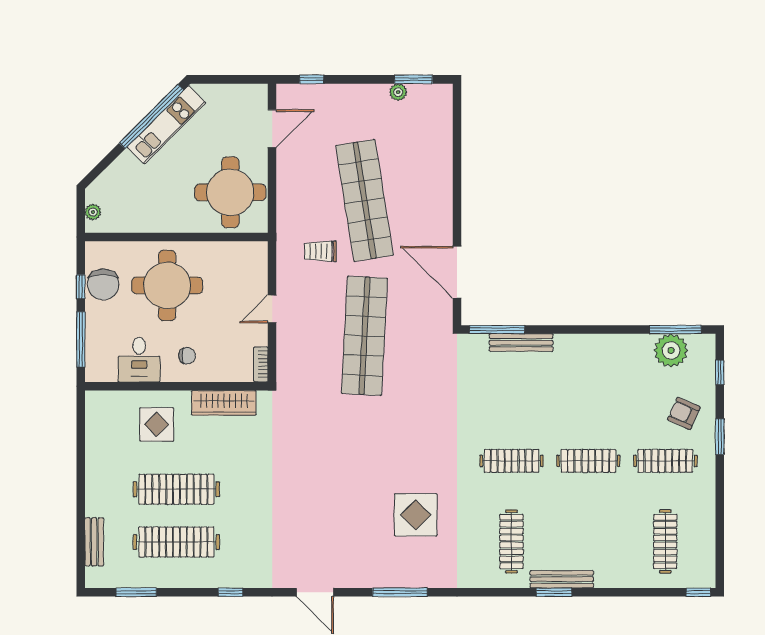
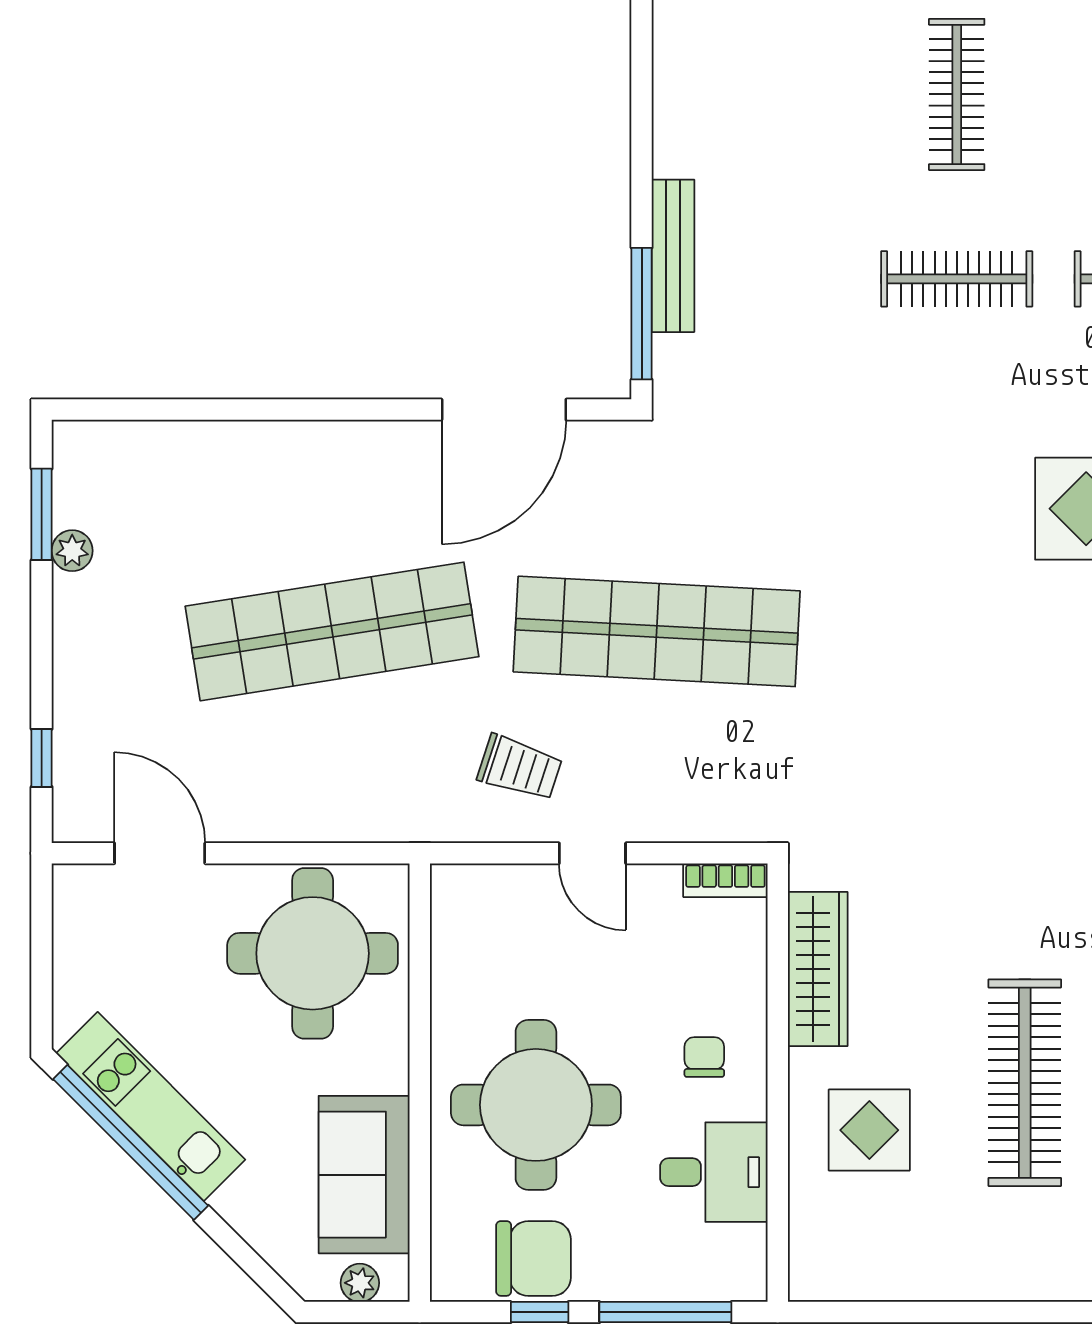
sofa: (138, 214) -> (364, 1175), added
trolley: (320, 251) -> (520, 768), moved, turned -72
clothes rail: (511, 461) -> (957, 279), turned 90

